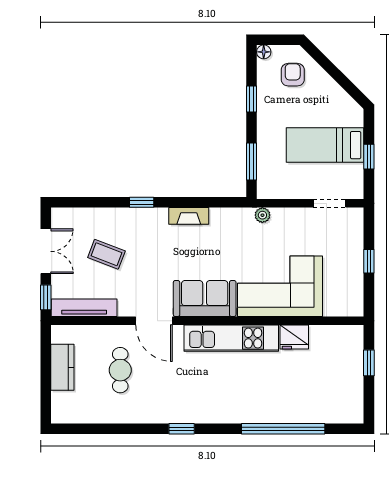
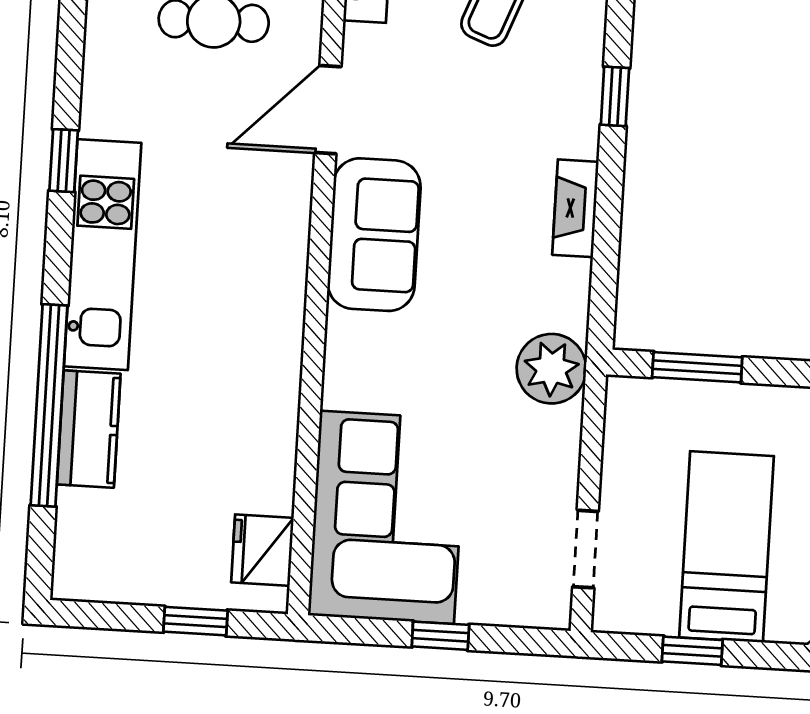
plant: (262, 215) -> (551, 369), width x1.88, depth x1.88
corner sofa: (280, 286) -> (387, 517), moved
fridge: (294, 337) -> (262, 550), moved
kitchen unit: (231, 338) -> (103, 255), moved, turned 180
kitchen counter: (292, 412) -> (89, 429), added

